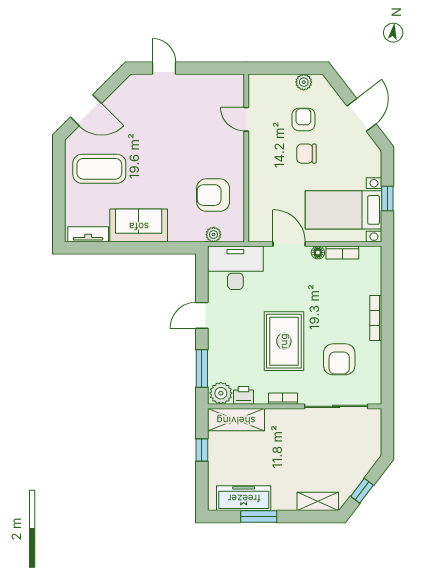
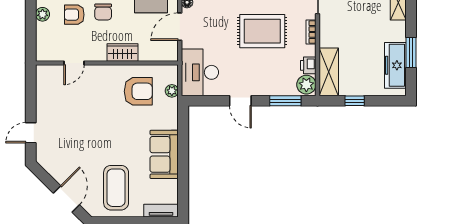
wardrobe: (259, 176) -> (122, 52), added
armchair: (213, 195) -> (138, 91), turned -90
tv unit: (88, 234) -> (161, 211), moved, turned 90

